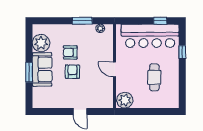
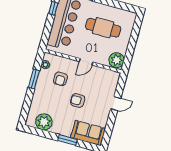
armchair: (70, 52) -> (60, 79), moved
sofa: (42, 69) -> (88, 133), moved
cafe table: (154, 77) -> (103, 28), width x1.37, depth x1.35

